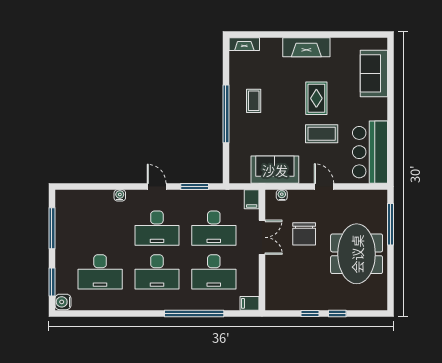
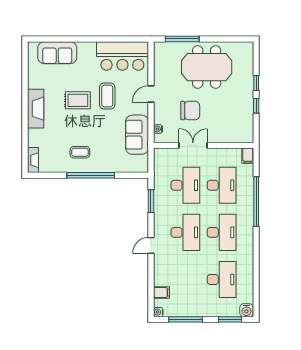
door: (157, 187) -> (151, 245), moved
water cooler: (120, 195) -> (158, 312), moved
filing cabinet: (252, 199) -> (161, 292), moved

